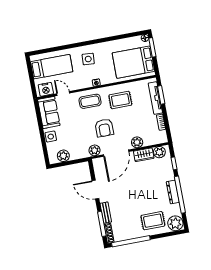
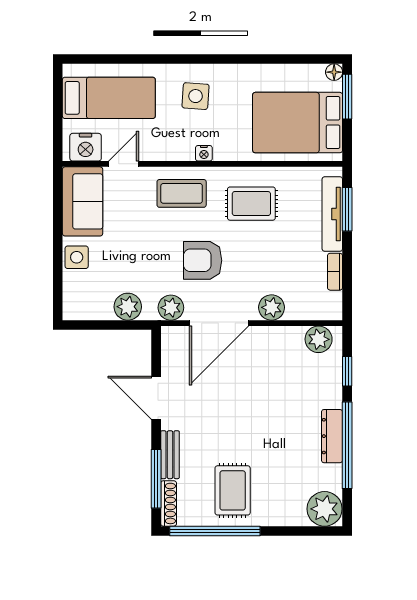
door: (63, 93) -> (124, 164), hinge flipped
armchair: (104, 128) -> (203, 260), turned 90
wardrobe: (144, 155) -> (281, 339), removed
plant: (63, 156) -> (128, 307), moved
rug: (153, 221) -> (233, 490), moved, turned 90

